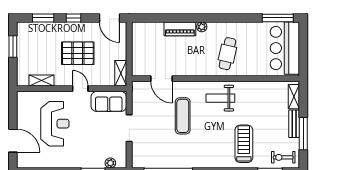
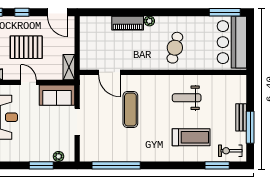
shelving: (294, 97) -> (241, 90), removed
weight bench: (220, 98) -> (187, 98), moved
treadmill: (244, 144) -> (191, 137), turned 90

